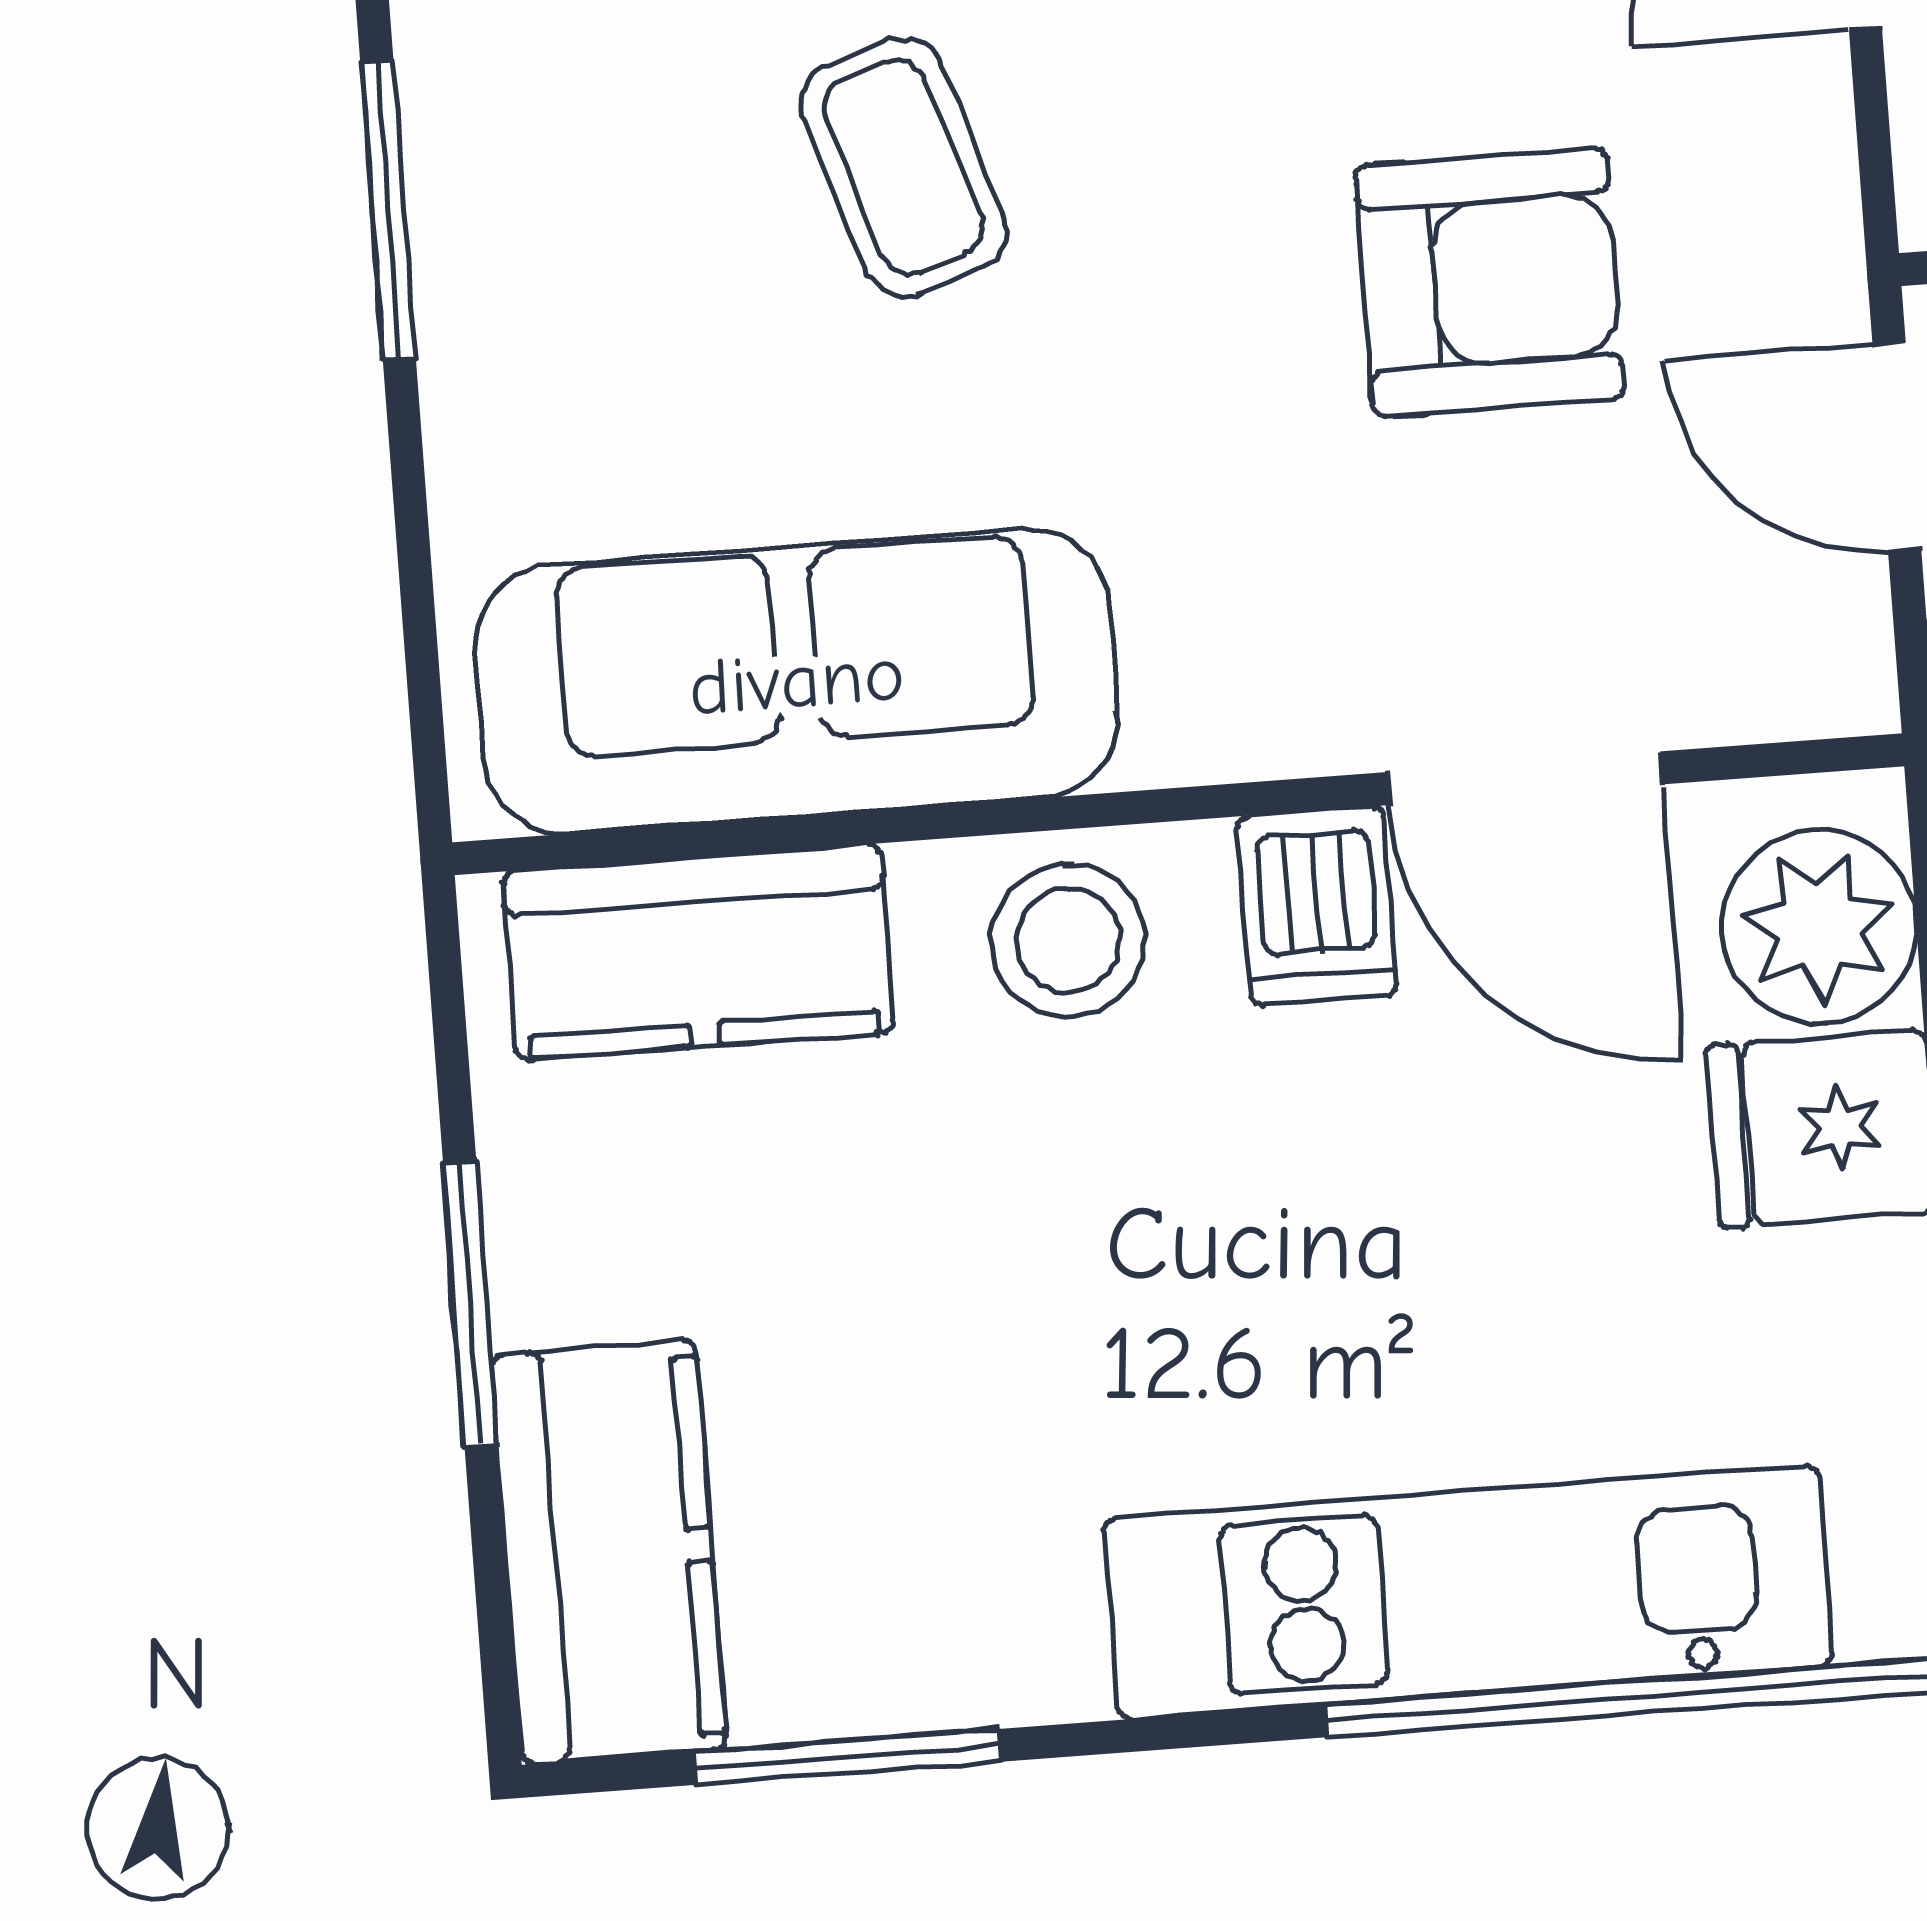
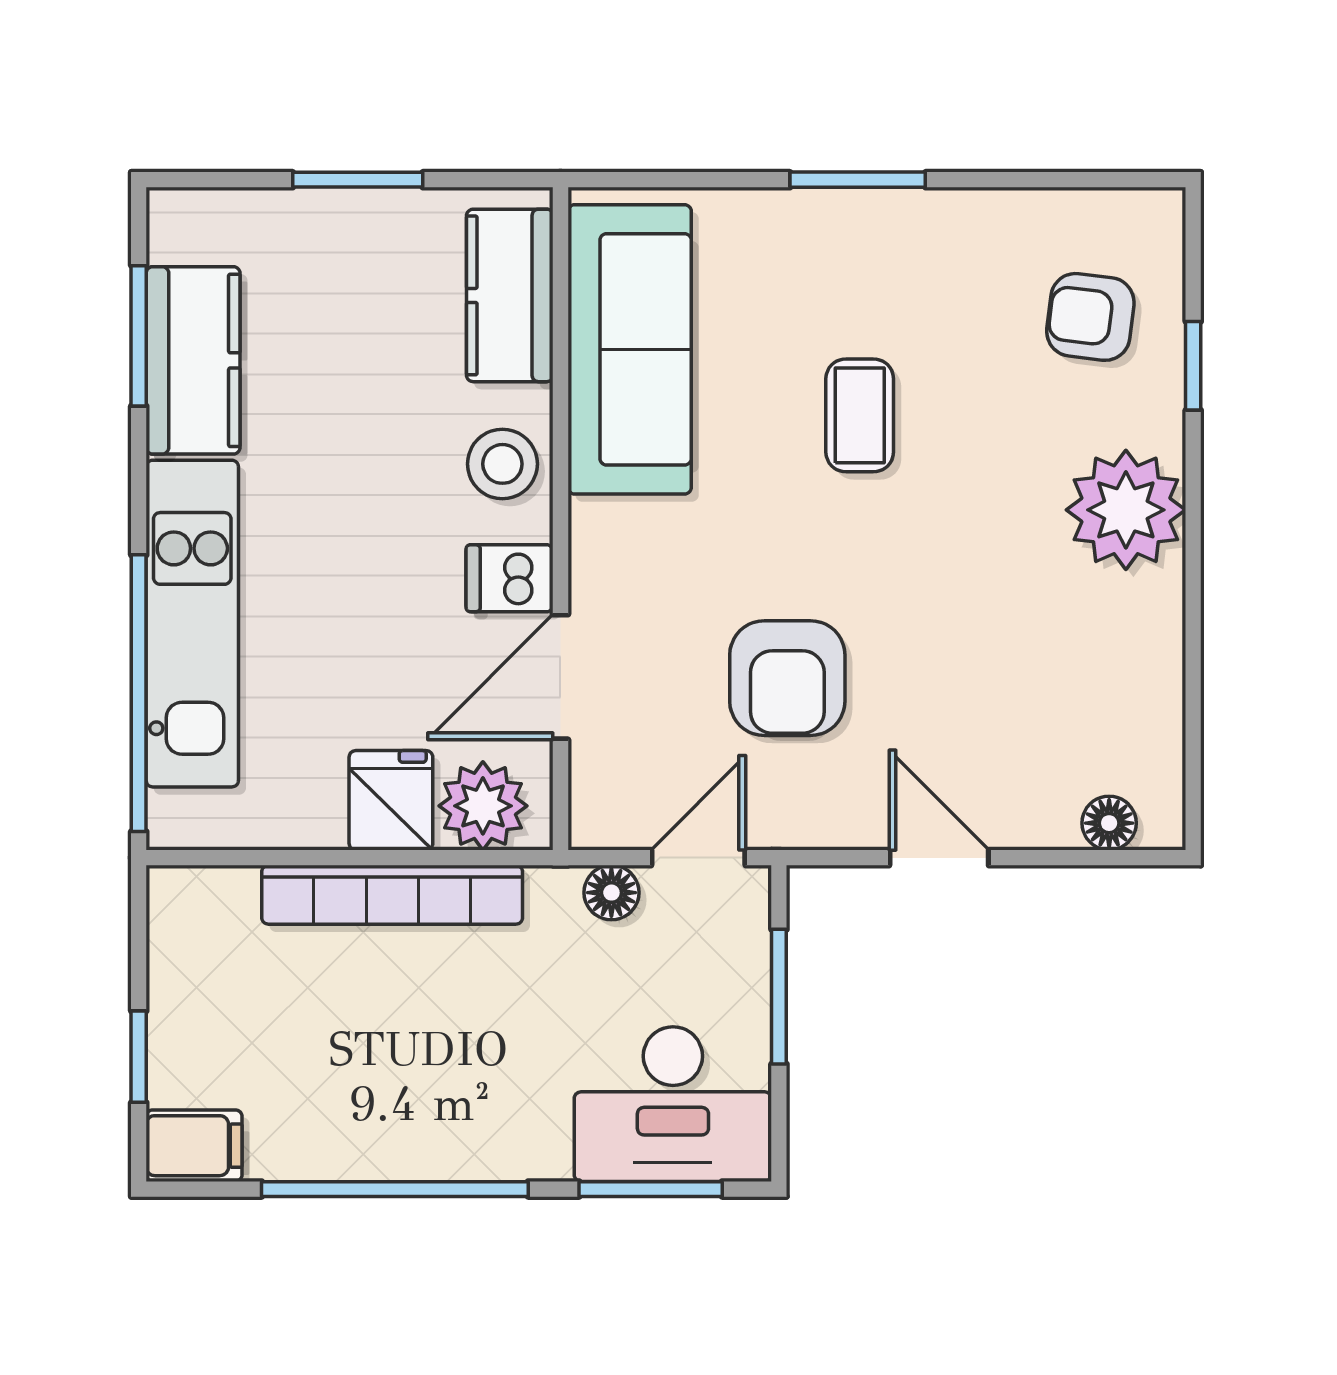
coffee table: (903, 167) -> (860, 415), turned -72
kitchen counter: (609, 1552) -> (193, 360), moved, turned -90

